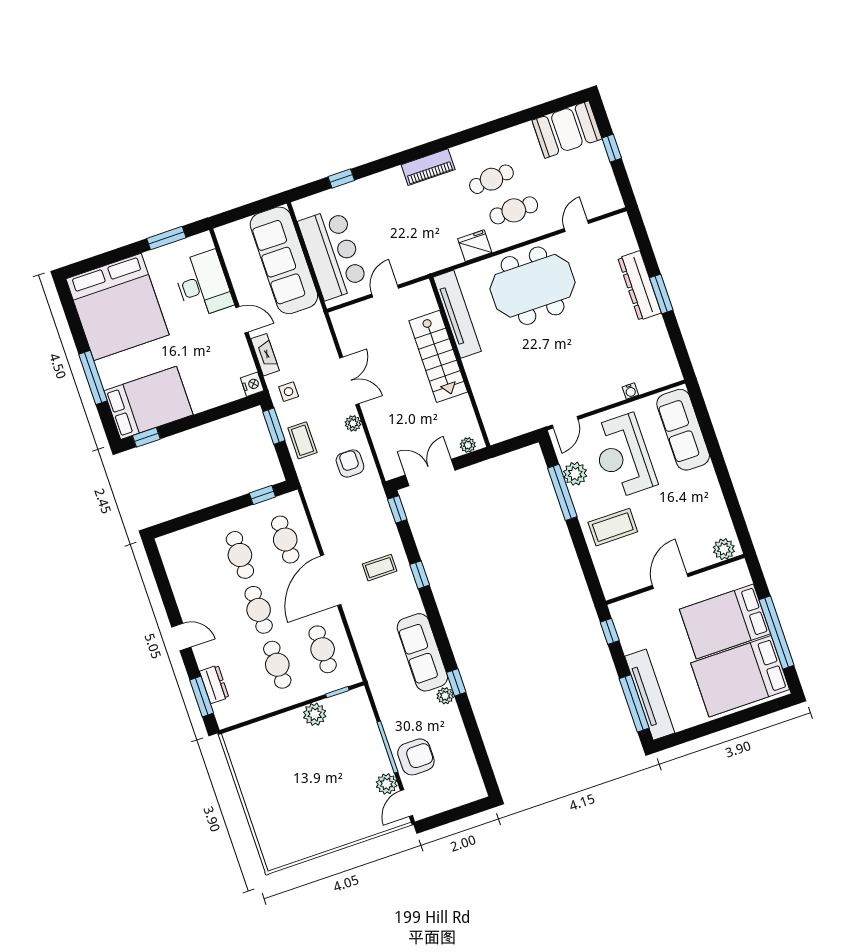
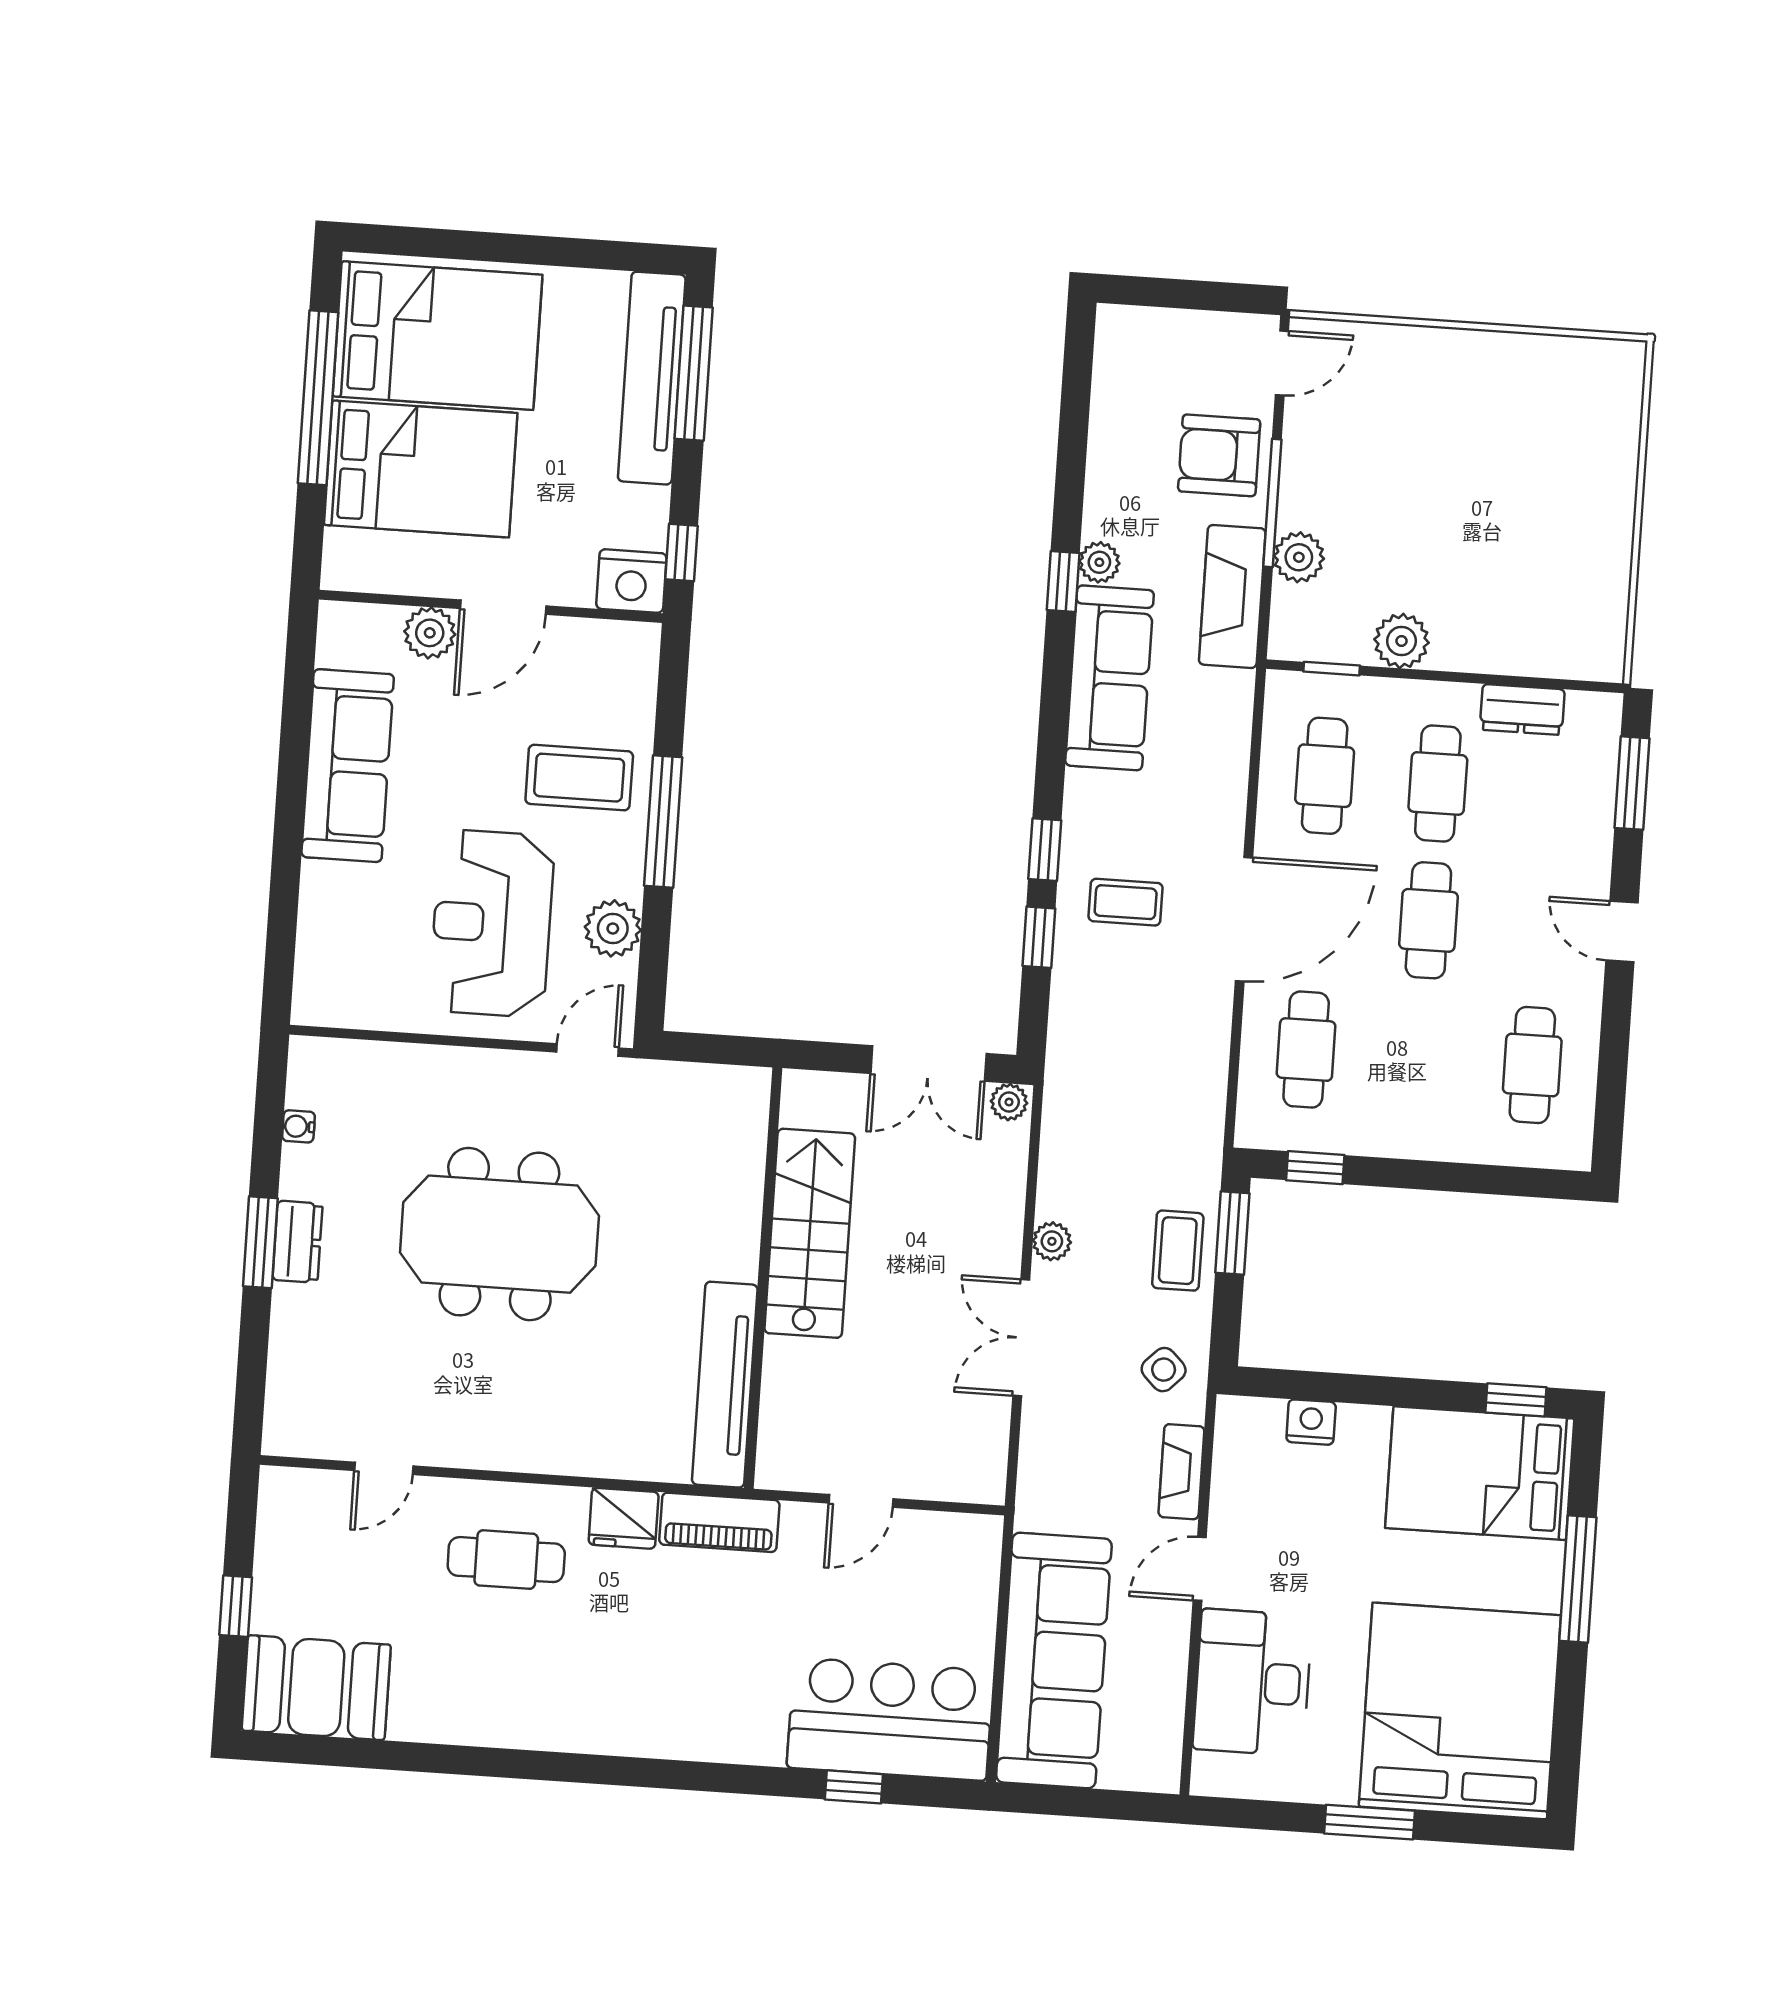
piano: (428, 167) -> (719, 1522), moved, turned 180
cafe table: (491, 179) -> (527, 1648), removed
window: (166, 238) -> (1369, 1822), moved
bar counter: (333, 254) -> (890, 1719), moved, turned 90
meeting table: (533, 286) -> (499, 1234), moved
dresser: (639, 286) -> (298, 1242), width x0.51, depth x0.80
door: (242, 320) -> (1200, 1569), hinge flipped
stairs: (438, 356) -> (810, 1233), moved
nightstand: (252, 384) -> (1311, 1422), moved, turned 90
water cooler: (630, 391) -> (298, 1126), moved, turned -90
side table: (289, 392) -> (1164, 1370), turned 45
window: (274, 426) -> (1232, 1233), moved
sofa: (683, 430) -> (348, 766), moved
plant: (468, 445) -> (1009, 1102), moved
reception desk: (623, 456) -> (492, 923), turned 180
armchair: (350, 463) -> (1095, 1157), removed
window: (562, 492) -> (663, 821), moved
window: (397, 509) -> (1039, 937), moved
plant: (724, 549) -> (430, 633), moved
cafe table: (240, 555) -> (1532, 1065), moved
nightstand: (625, 612) -> (631, 581), added
dresser: (214, 684) -> (1522, 709), moved, turned -90
fireplace: (388, 704) -> (1232, 596), added
plant: (387, 784) -> (1299, 557), moved

